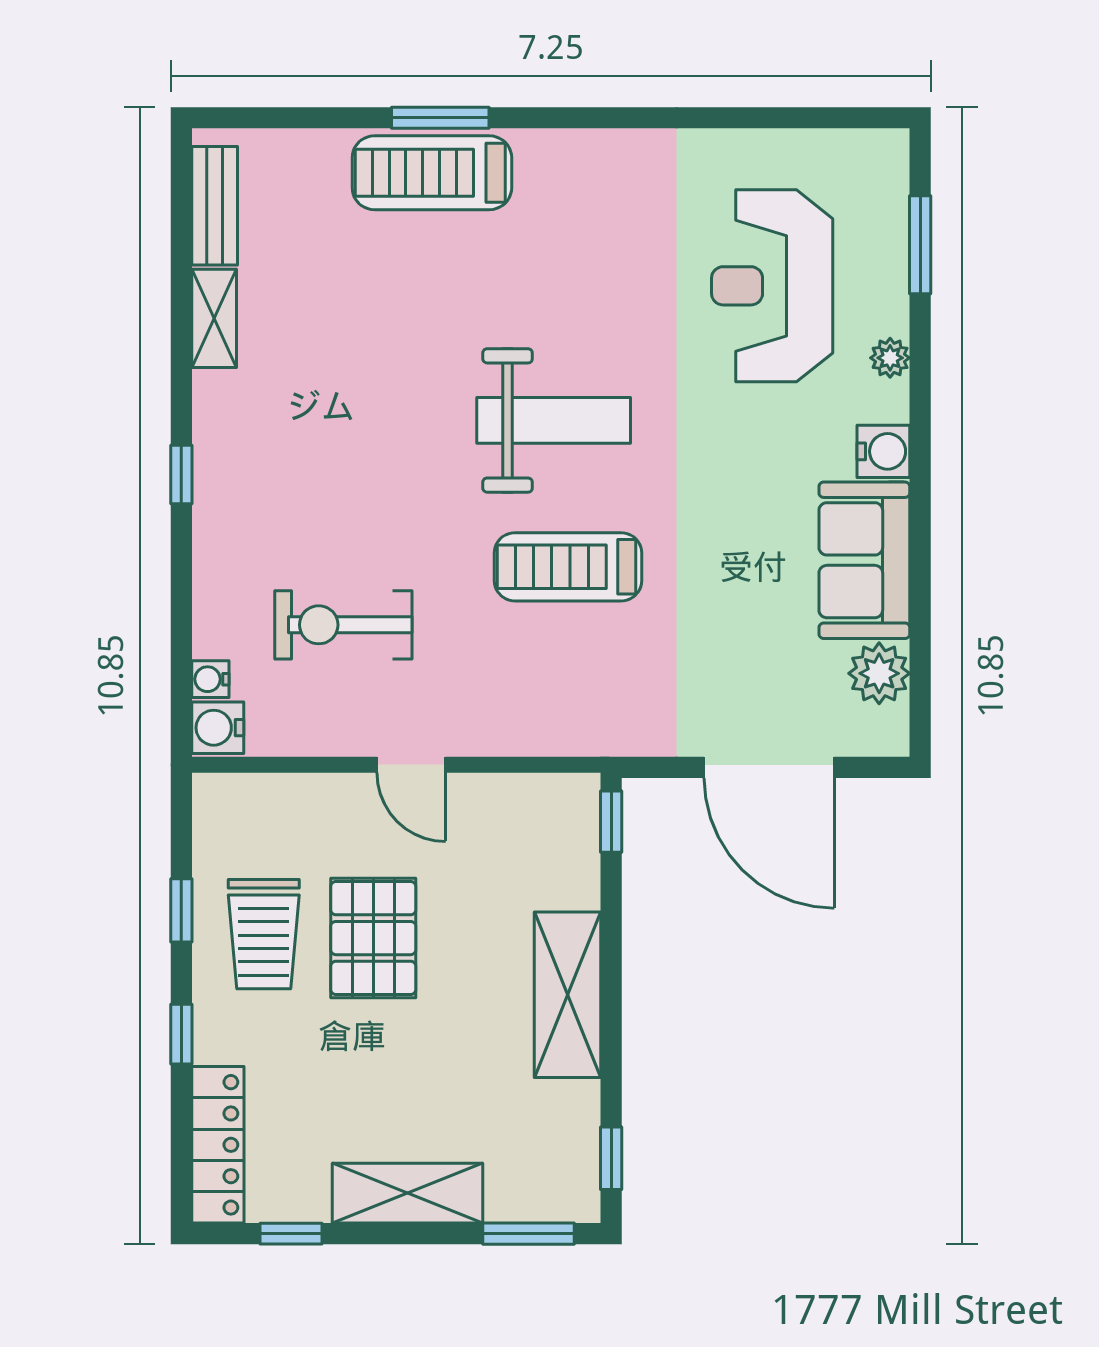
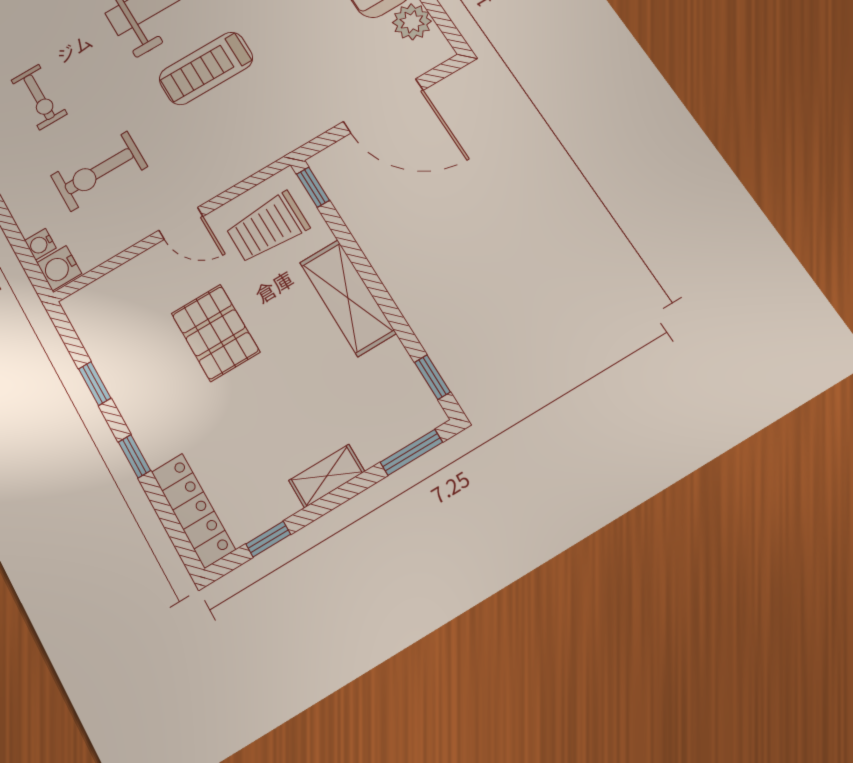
exercise bike: (320, 466) -> (39, 97), added
trolley: (264, 934) -> (267, 227), moved, turned 90
shelving: (407, 1193) -> (327, 476), width x0.67, depth x0.75

